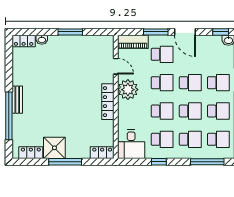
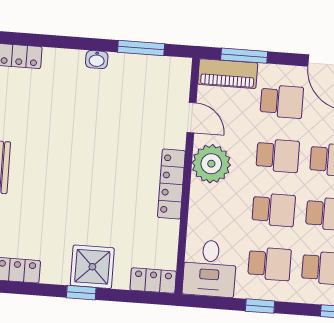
window: (70, 32) -> (141, 48), moved
window: (156, 32) -> (244, 56), moved
washbasin: (42, 40) -> (97, 59), moved
shower: (54, 148) -> (92, 267), moved
window: (65, 162) -> (81, 293), width x0.46

